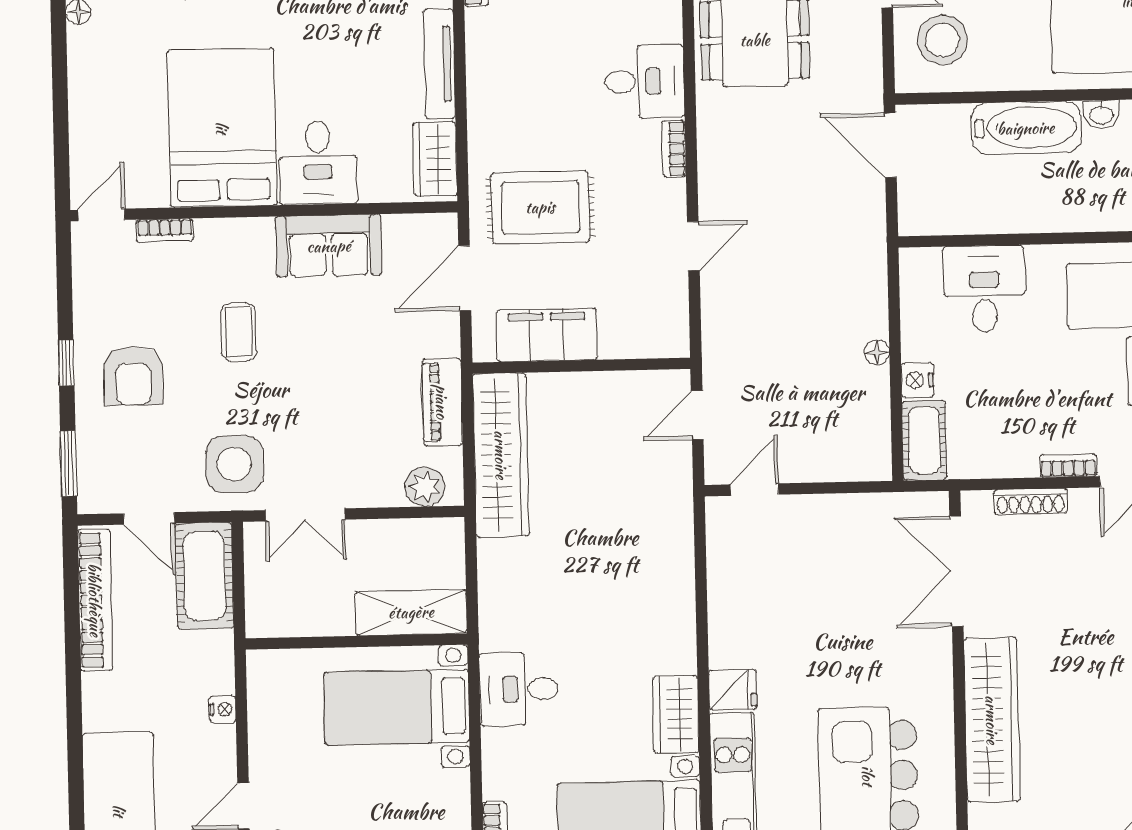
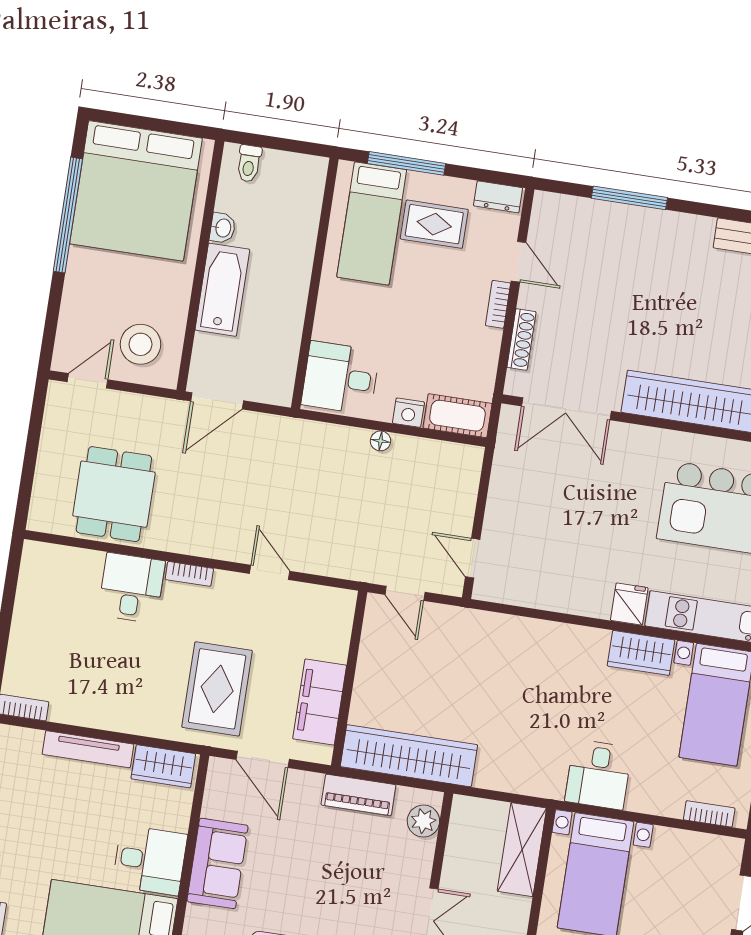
desk: (984, 289) -> (340, 378), moved

